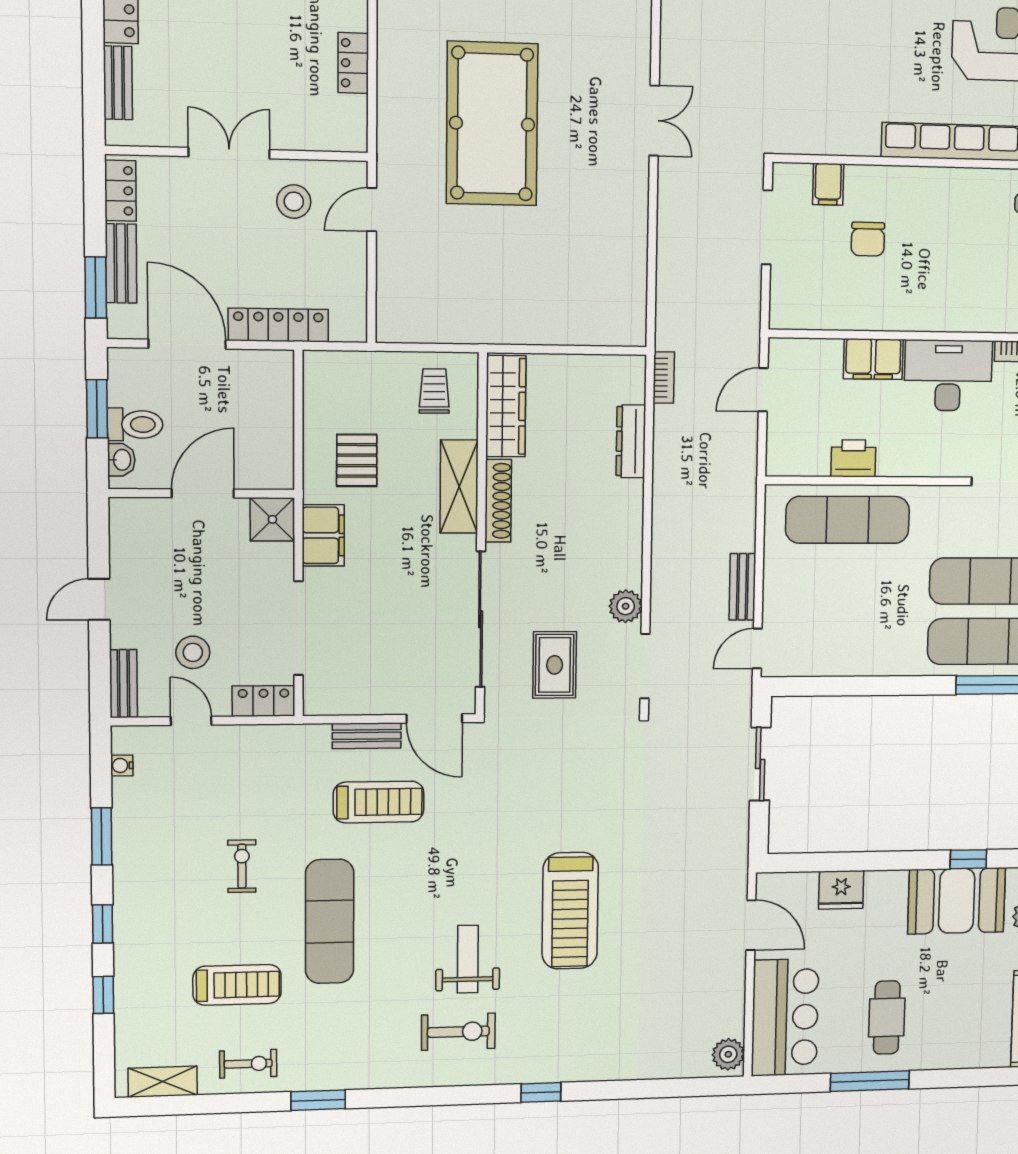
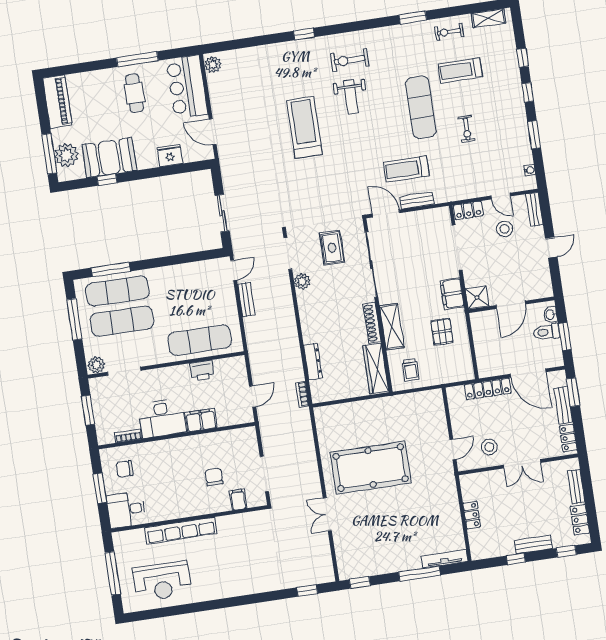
pool table: (492, 124) -> (371, 468), moved, turned 90

